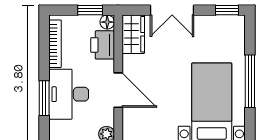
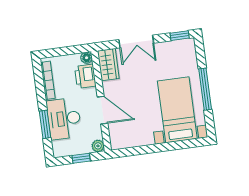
window: (90, 10) -> (72, 50), removed

